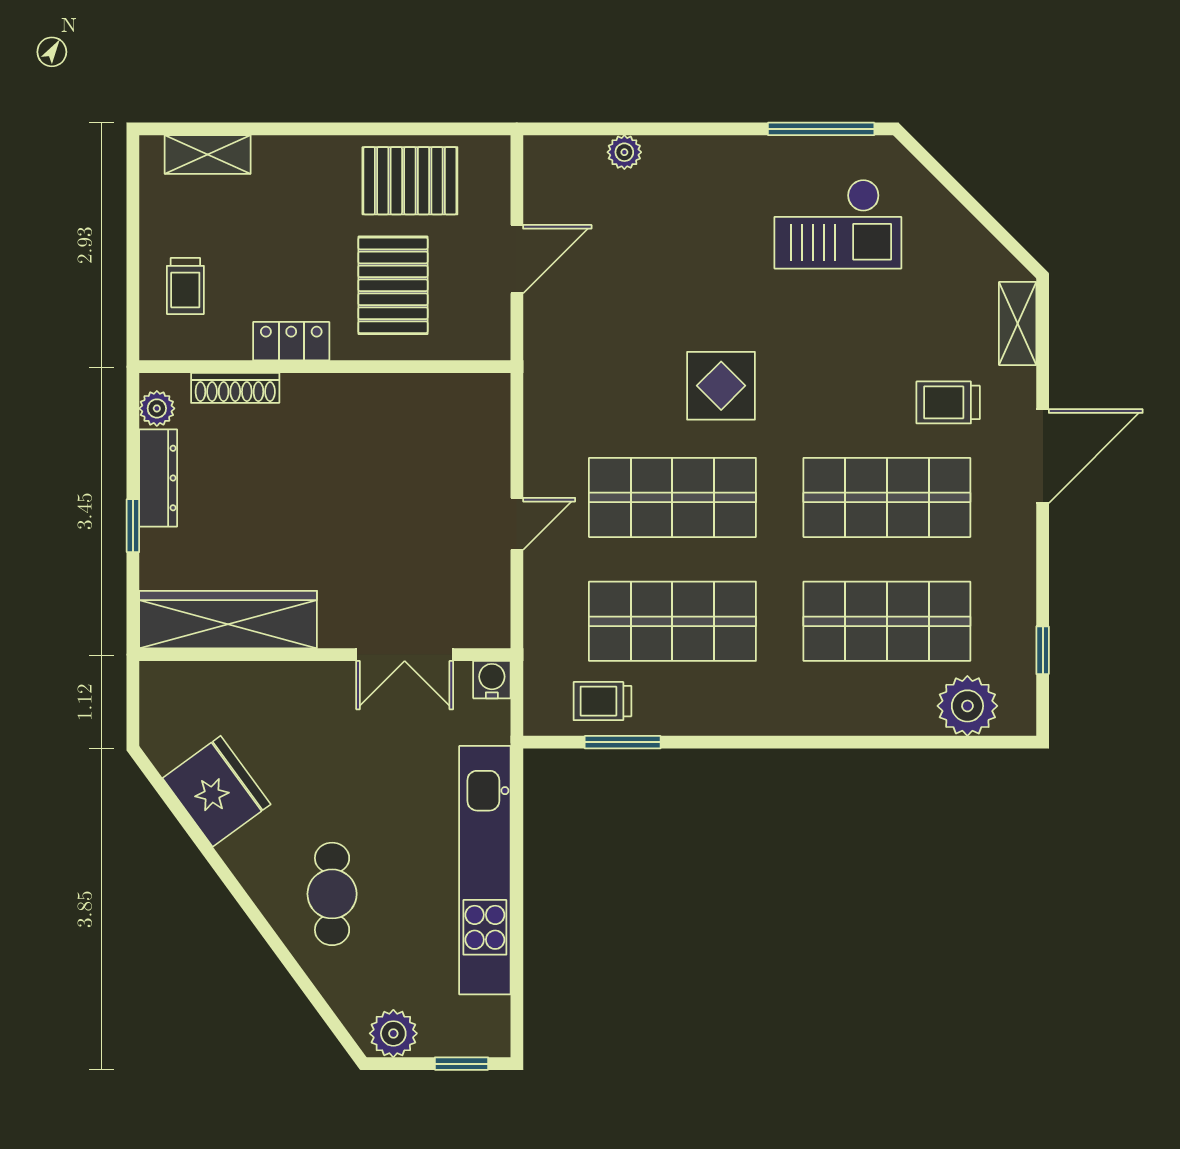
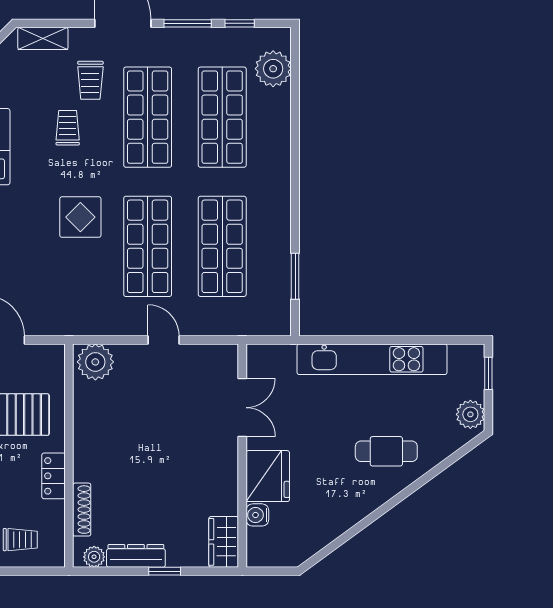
plant: (480, 411) -> (95, 362), added
window: (1043, 564) -> (188, 23), added
wardrobe: (228, 620) -> (224, 542), width x0.48, depth x0.85
water cooler: (492, 680) -> (257, 515), moved
trolley: (602, 701) -> (68, 128), moved, turned 180
fridge: (217, 791) -> (268, 476), moved, turned 126

